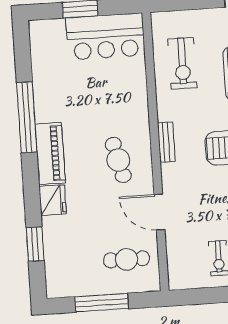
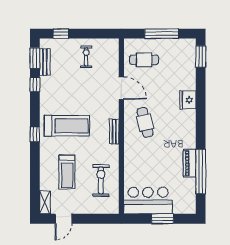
window: (27, 117) -> (201, 172), moved
piano: (50, 154) -> (190, 163), moved, width x0.73, depth x0.75
window: (35, 244) -> (201, 56), moved

